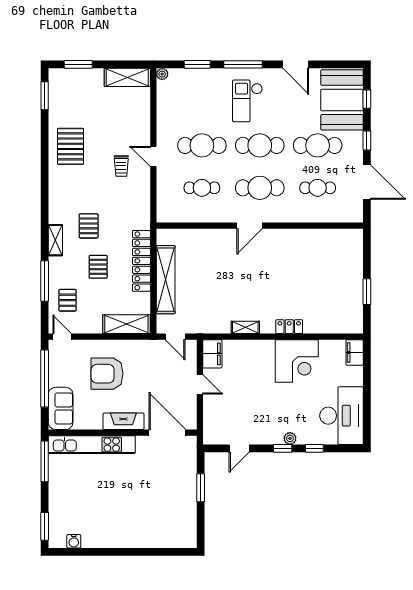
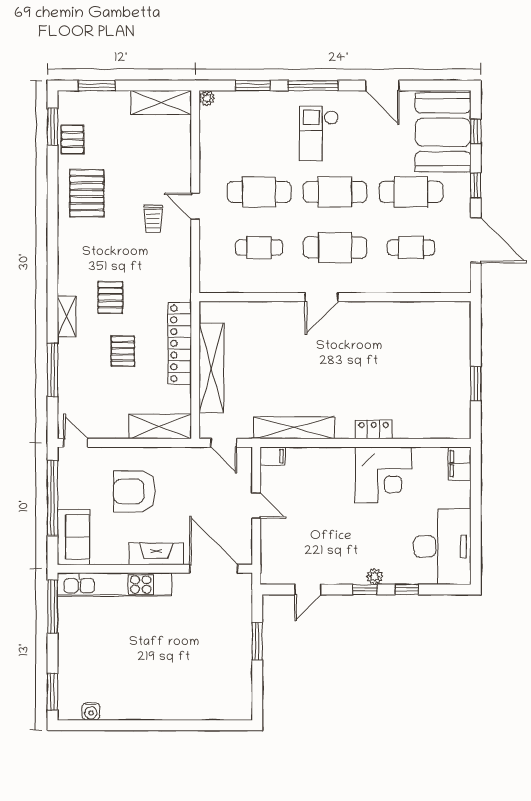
pallet: (68, 300) -> (72, 139), moved
shelving: (245, 327) -> (294, 428), width x2.20, depth x1.33
filing cabinet: (212, 354) -> (273, 456), width x0.50

